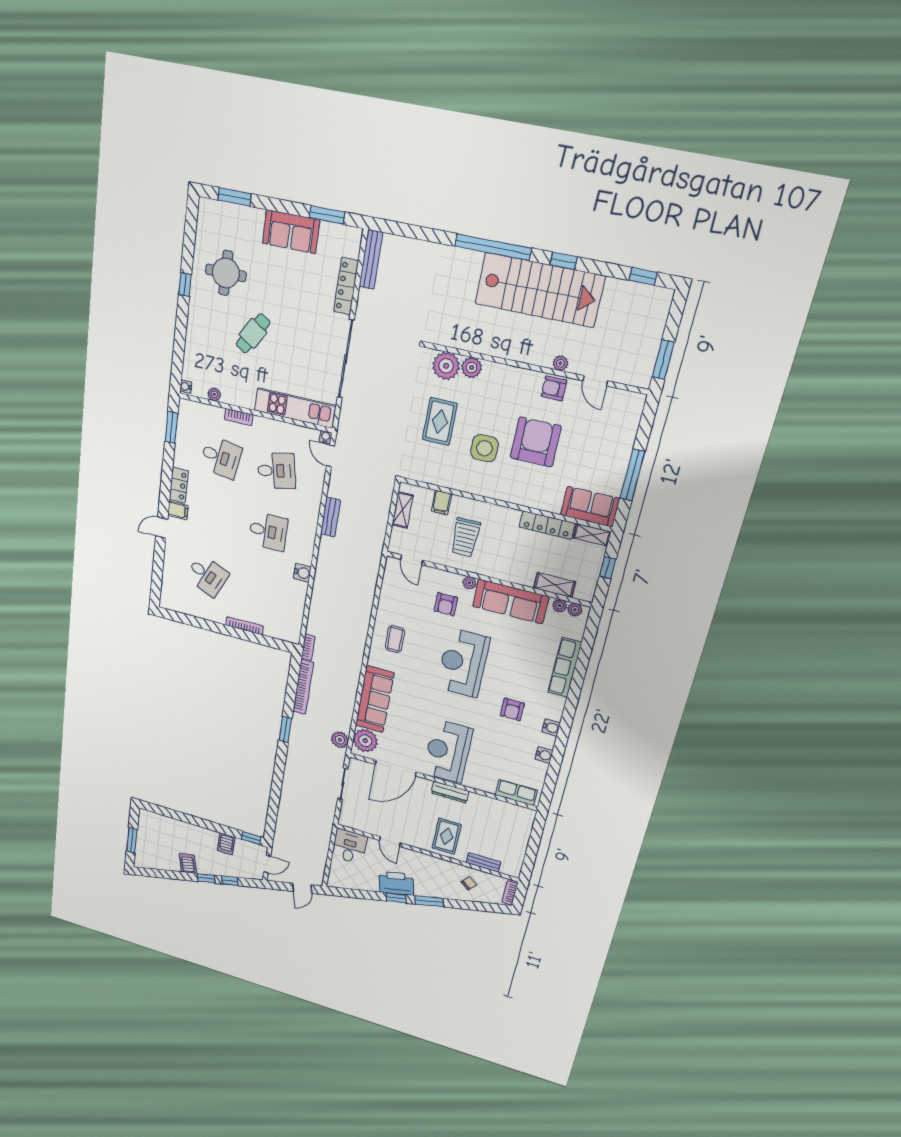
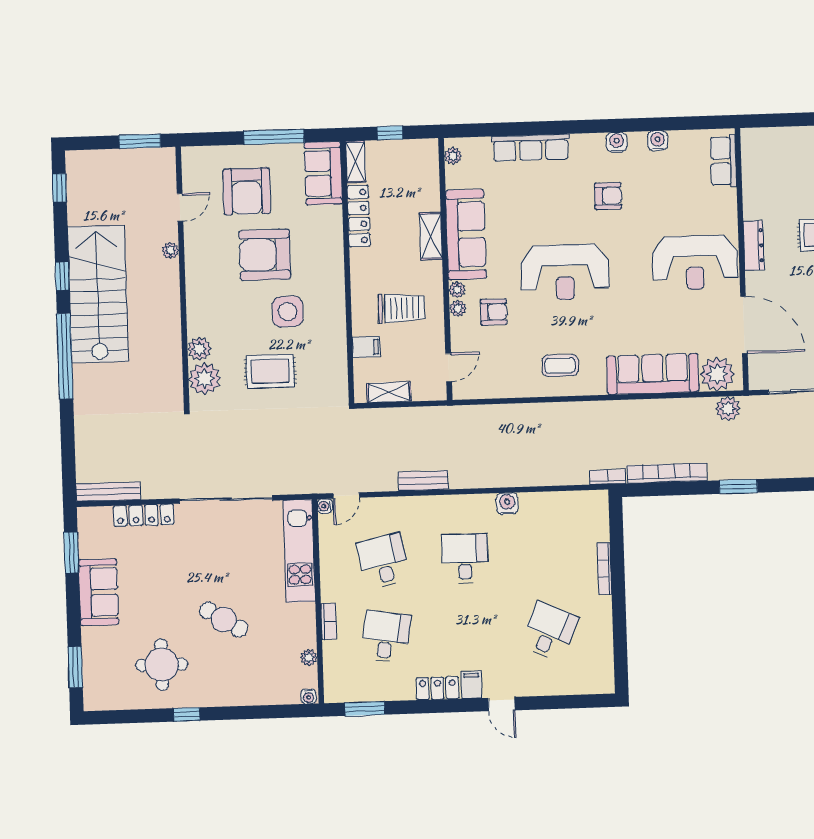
armchair: (554, 388) -> (247, 191), moved, width x1.88, depth x1.88
shelving: (555, 585) -> (431, 236), moved
plant: (560, 606) -> (458, 308), moved

